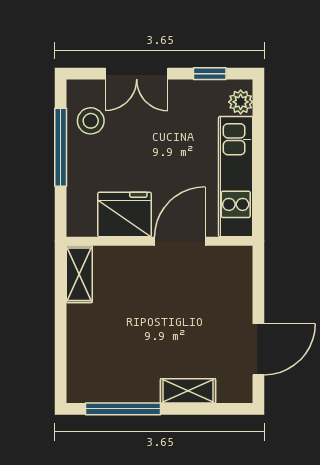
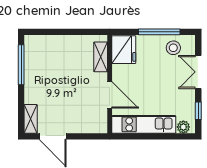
fridge: (125, 214) -> (124, 50), moved
shelving: (79, 274) -> (101, 57), moved, turned 90
shelving: (188, 391) -> (31, 119), moved

